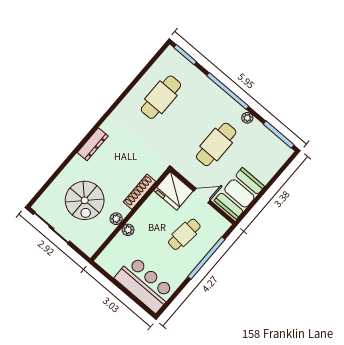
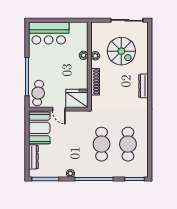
cafe table: (216, 144) -> (102, 144), moved
dresser: (271, 168) -> (33, 157), added
door: (202, 196) -> (59, 109), hinge flipped
spiral stairs: (85, 200) -> (121, 51), turned 180
cafe table: (184, 234) -> (38, 93), moved

